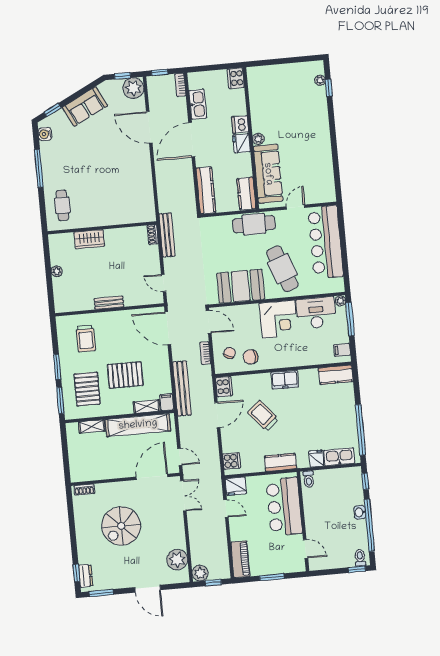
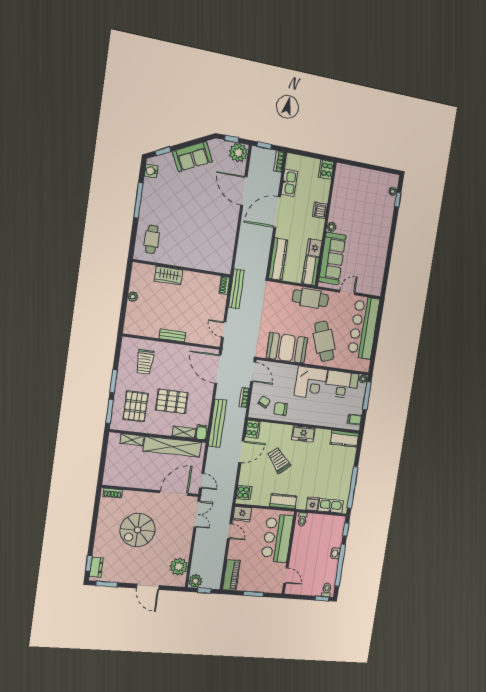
fridge: (242, 143) -> (314, 248), moved

